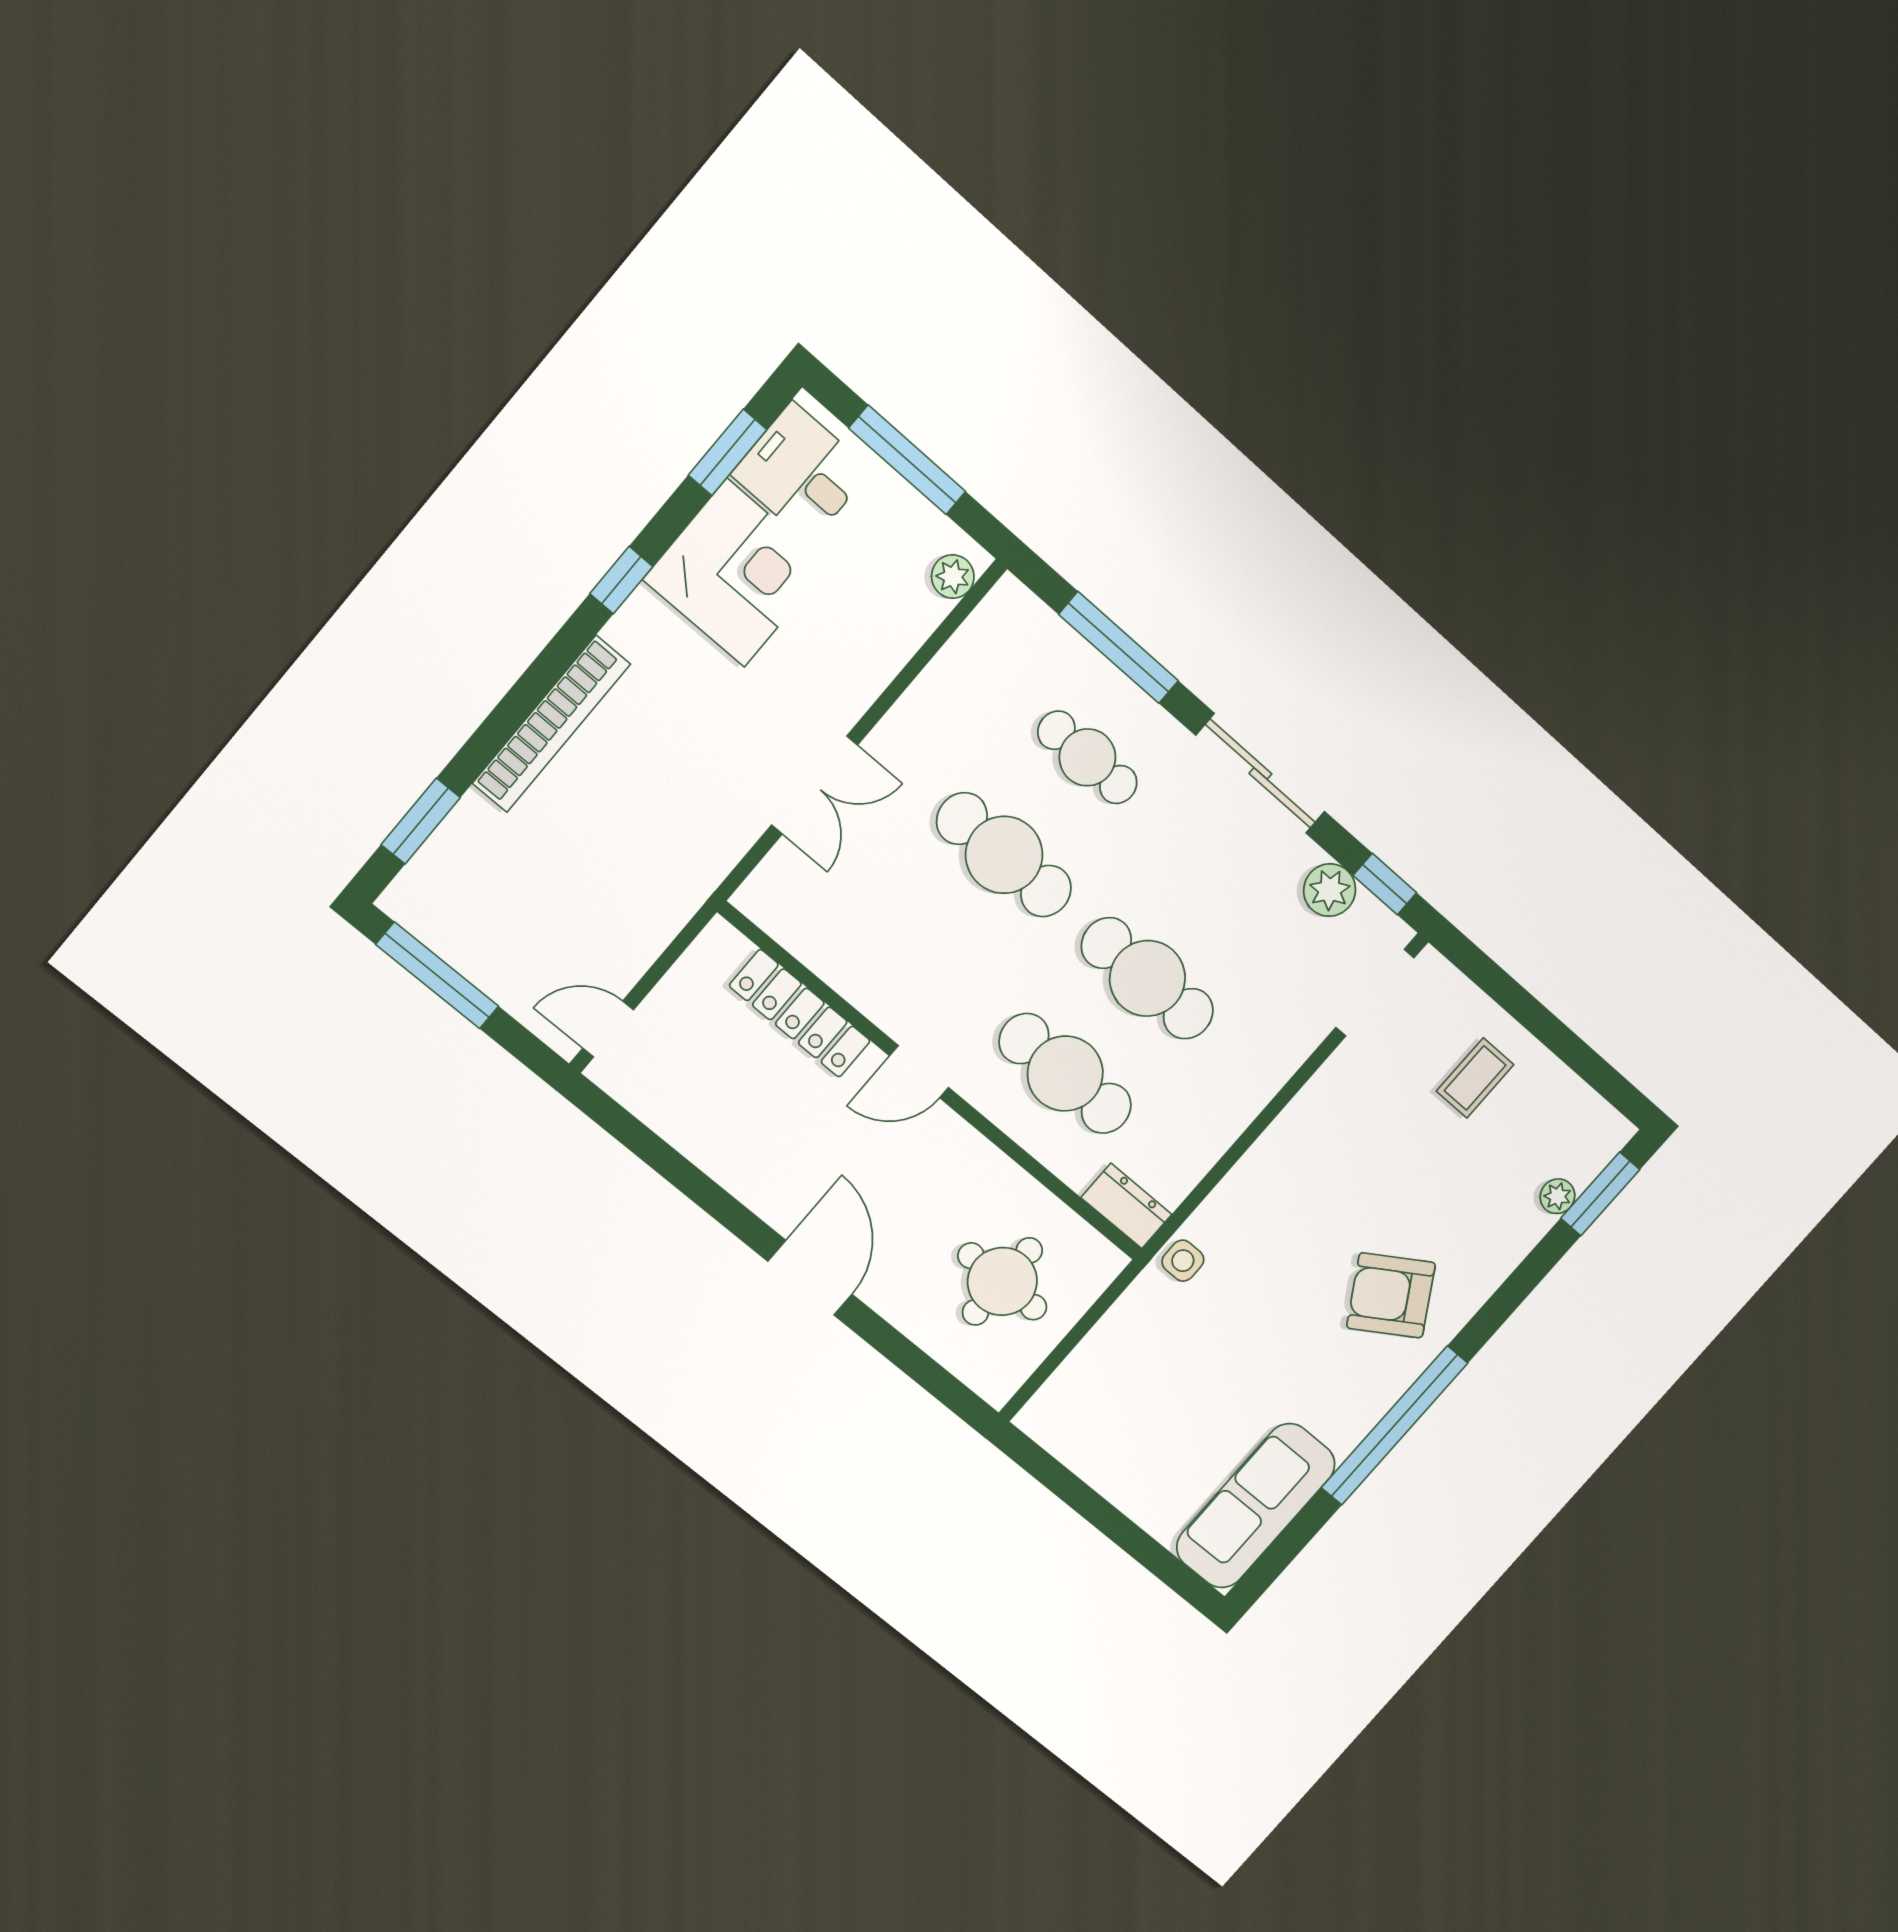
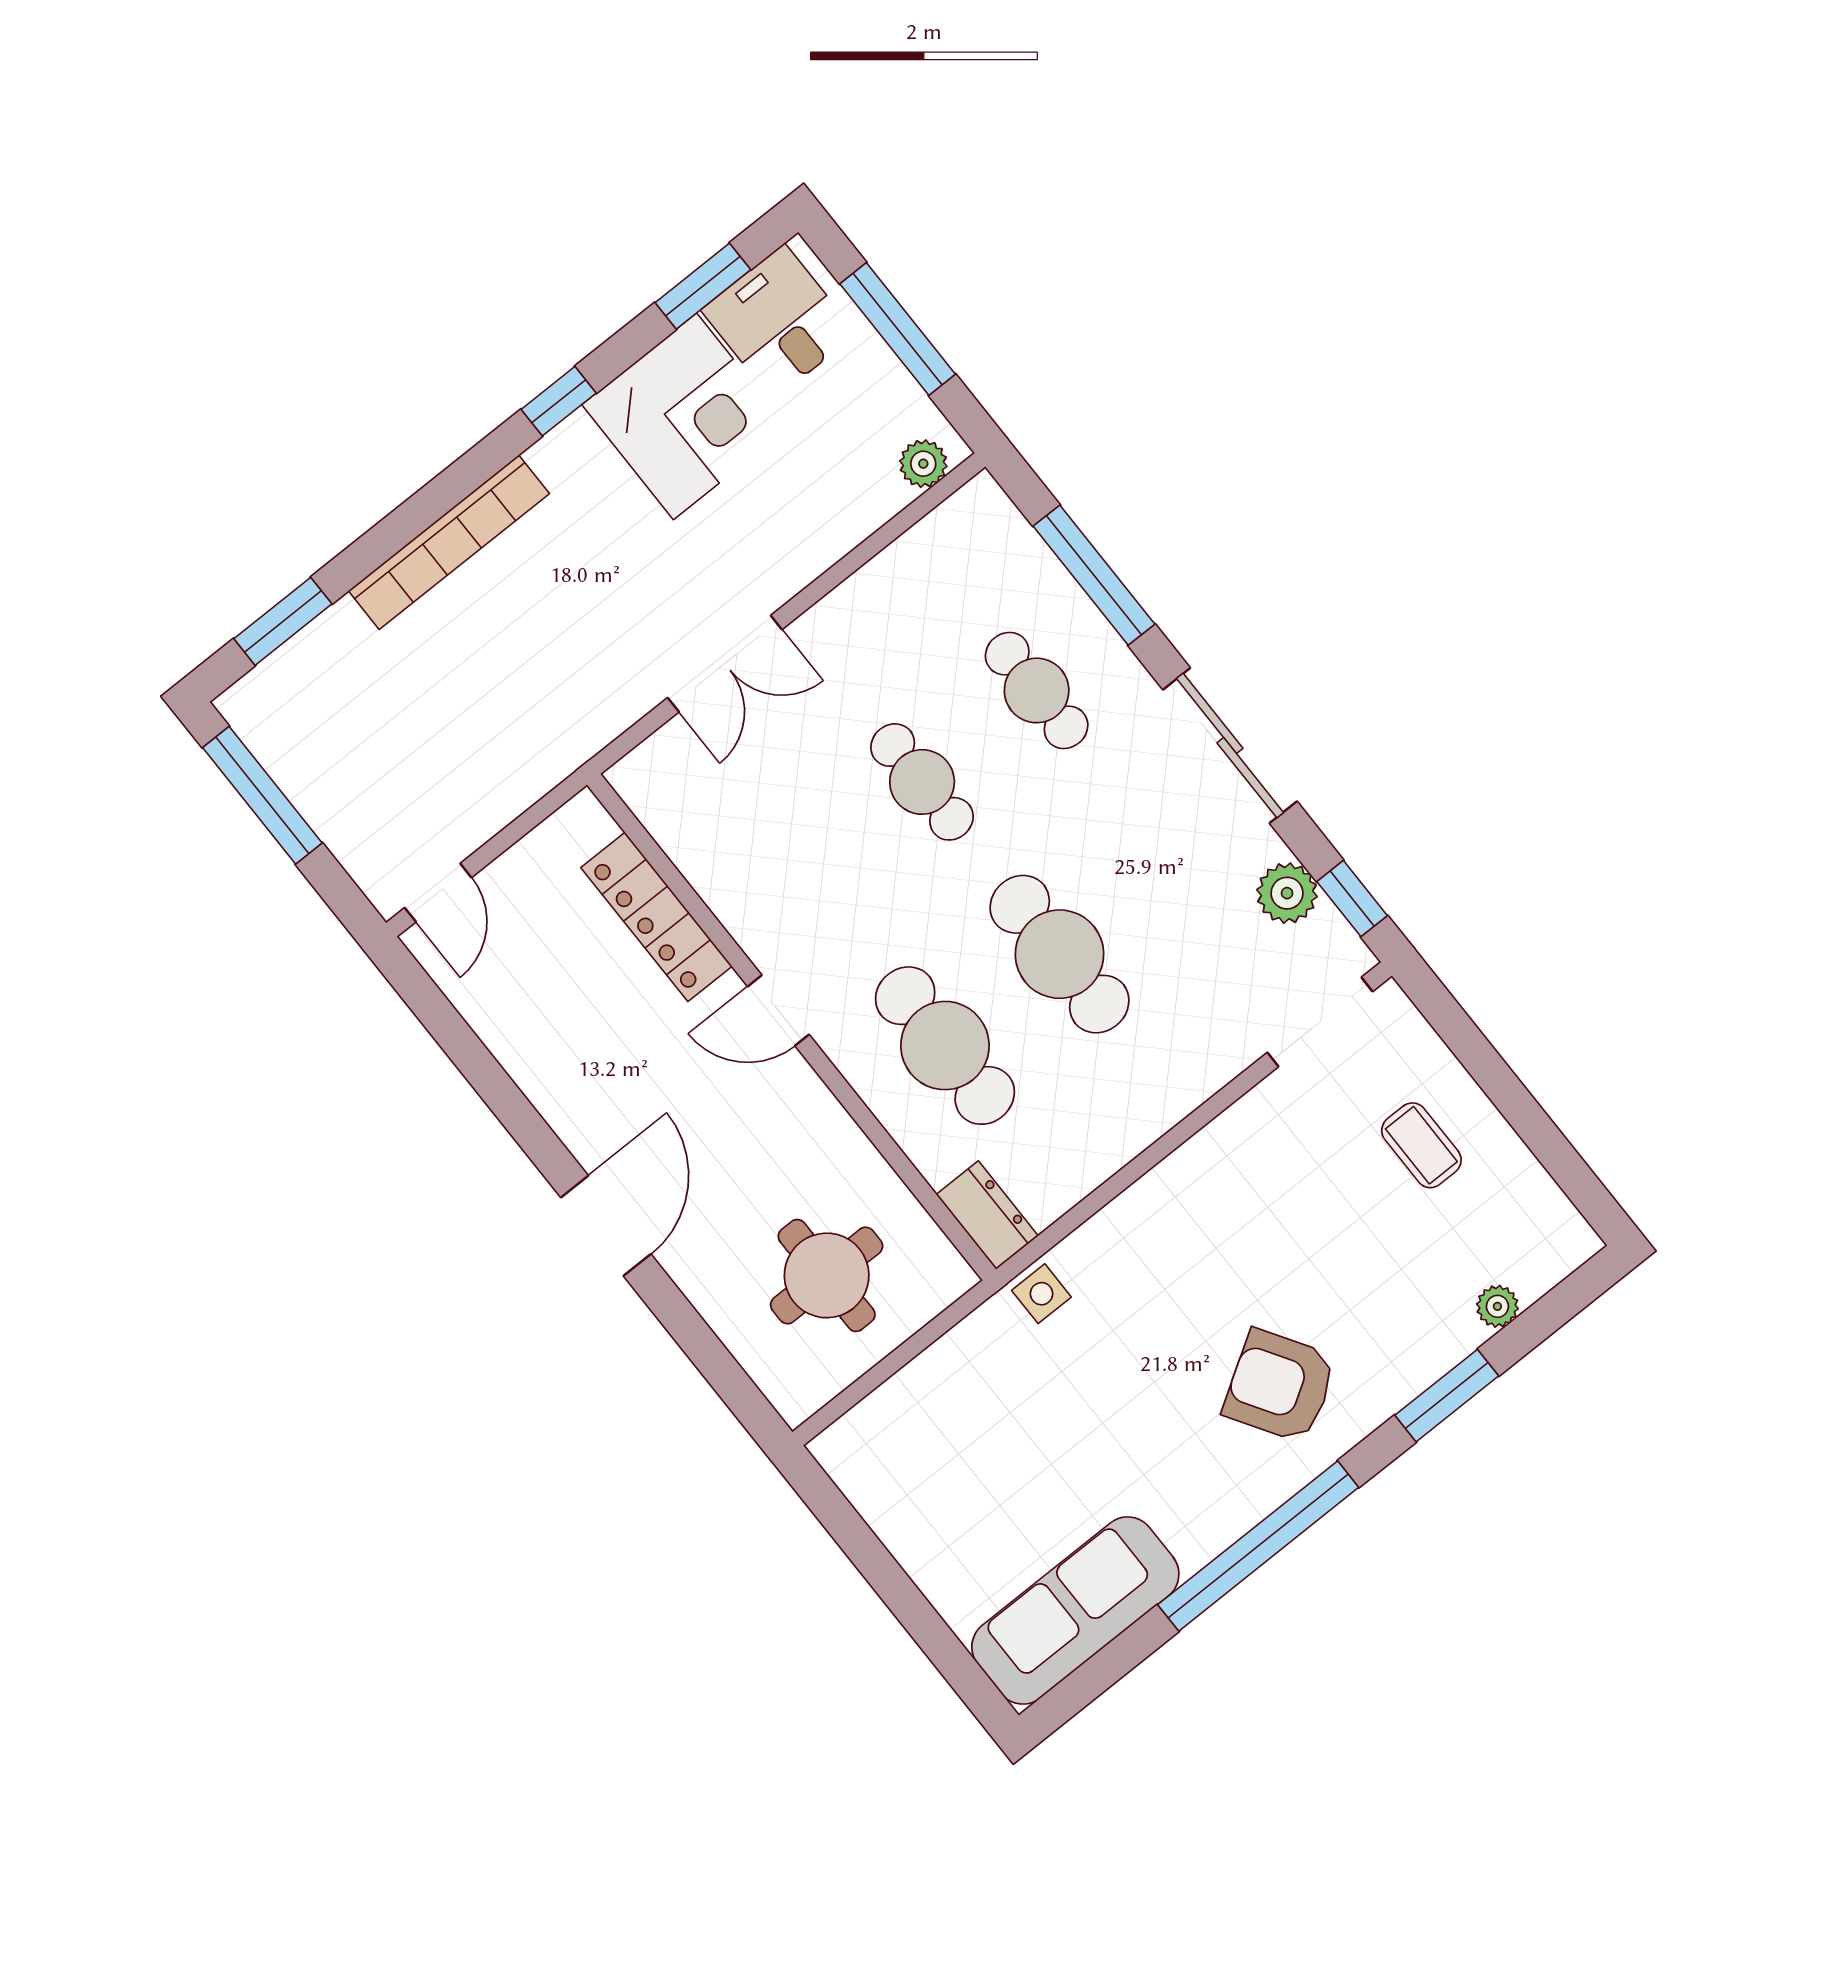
cafe table: (1004, 855) -> (922, 782), width x0.73, depth x0.74
door: (608, 1029) -> (438, 893), swing flipped
coffee table: (1475, 1078) -> (1421, 1145), turned 90
window: (1600, 1194) -> (1447, 1396), moved

